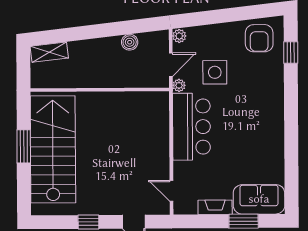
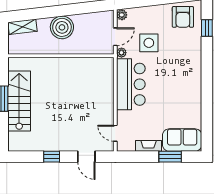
boiler: (130, 42) -> (62, 27), moved, width x1.86, depth x1.86
stairs: (53, 149) -> (19, 101), width x0.73, depth x0.66

